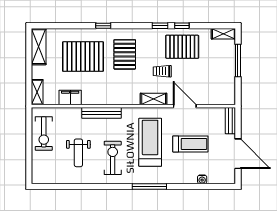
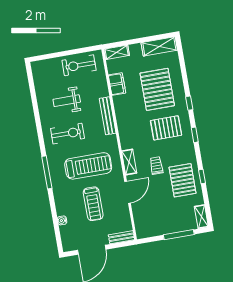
window: (160, 26) -> (195, 135), moved

